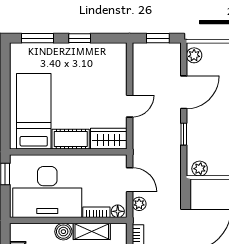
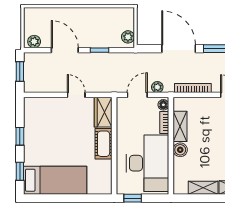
window: (38, 38) -> (20, 171), width x0.67
bed: (34, 111) -> (55, 180), moved, turned 180

